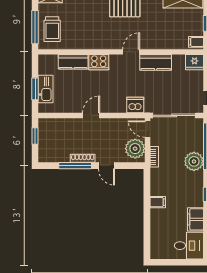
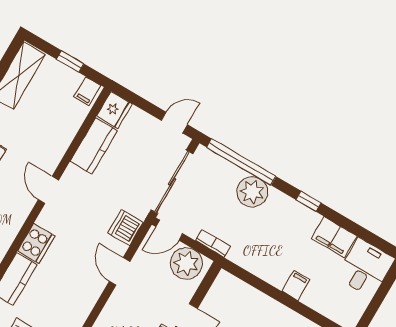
kitchen counter: (156, 62) -> (94, 146), moved
door: (91, 115) -> (120, 271), moved
filing cabinet: (158, 202) -> (296, 285), moved

